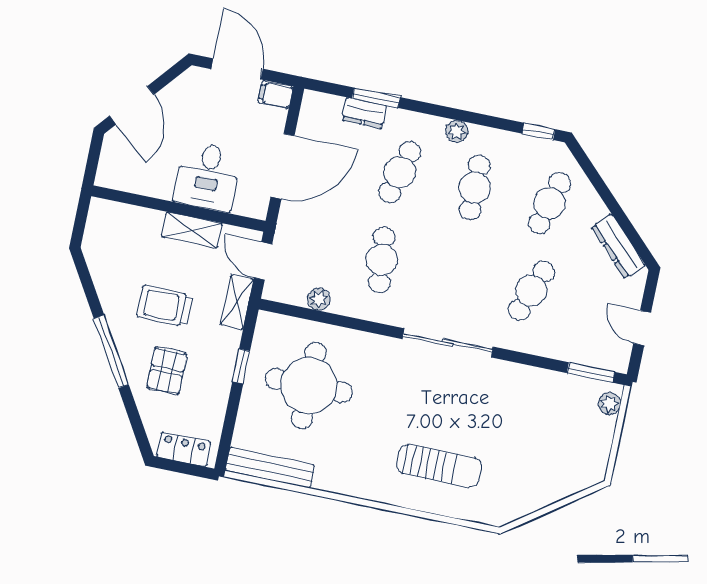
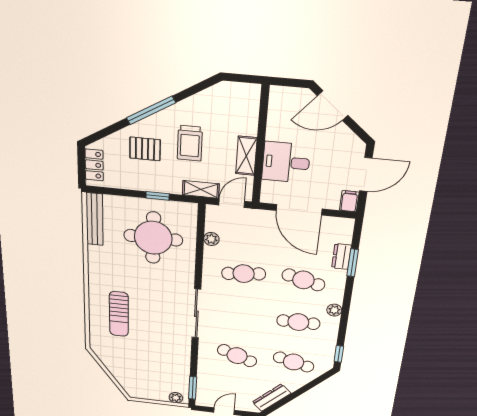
trolley: (165, 306) -> (190, 143), turned 180

